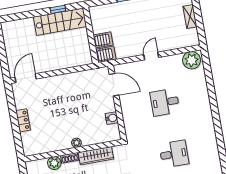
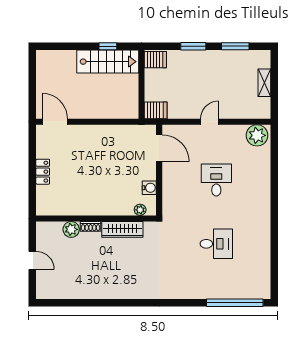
server rack: (103, 40) -> (155, 60), moved
door: (26, 78) -> (55, 122), hinge flipped
desk: (165, 102) -> (216, 180), turned 90
plant: (76, 143) -> (140, 210), moved

